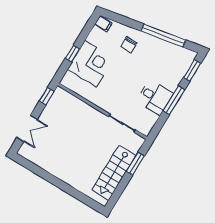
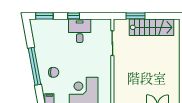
window: (163, 36) -> (35, 66), moved
window: (174, 100) -> (74, 16), width x0.46

